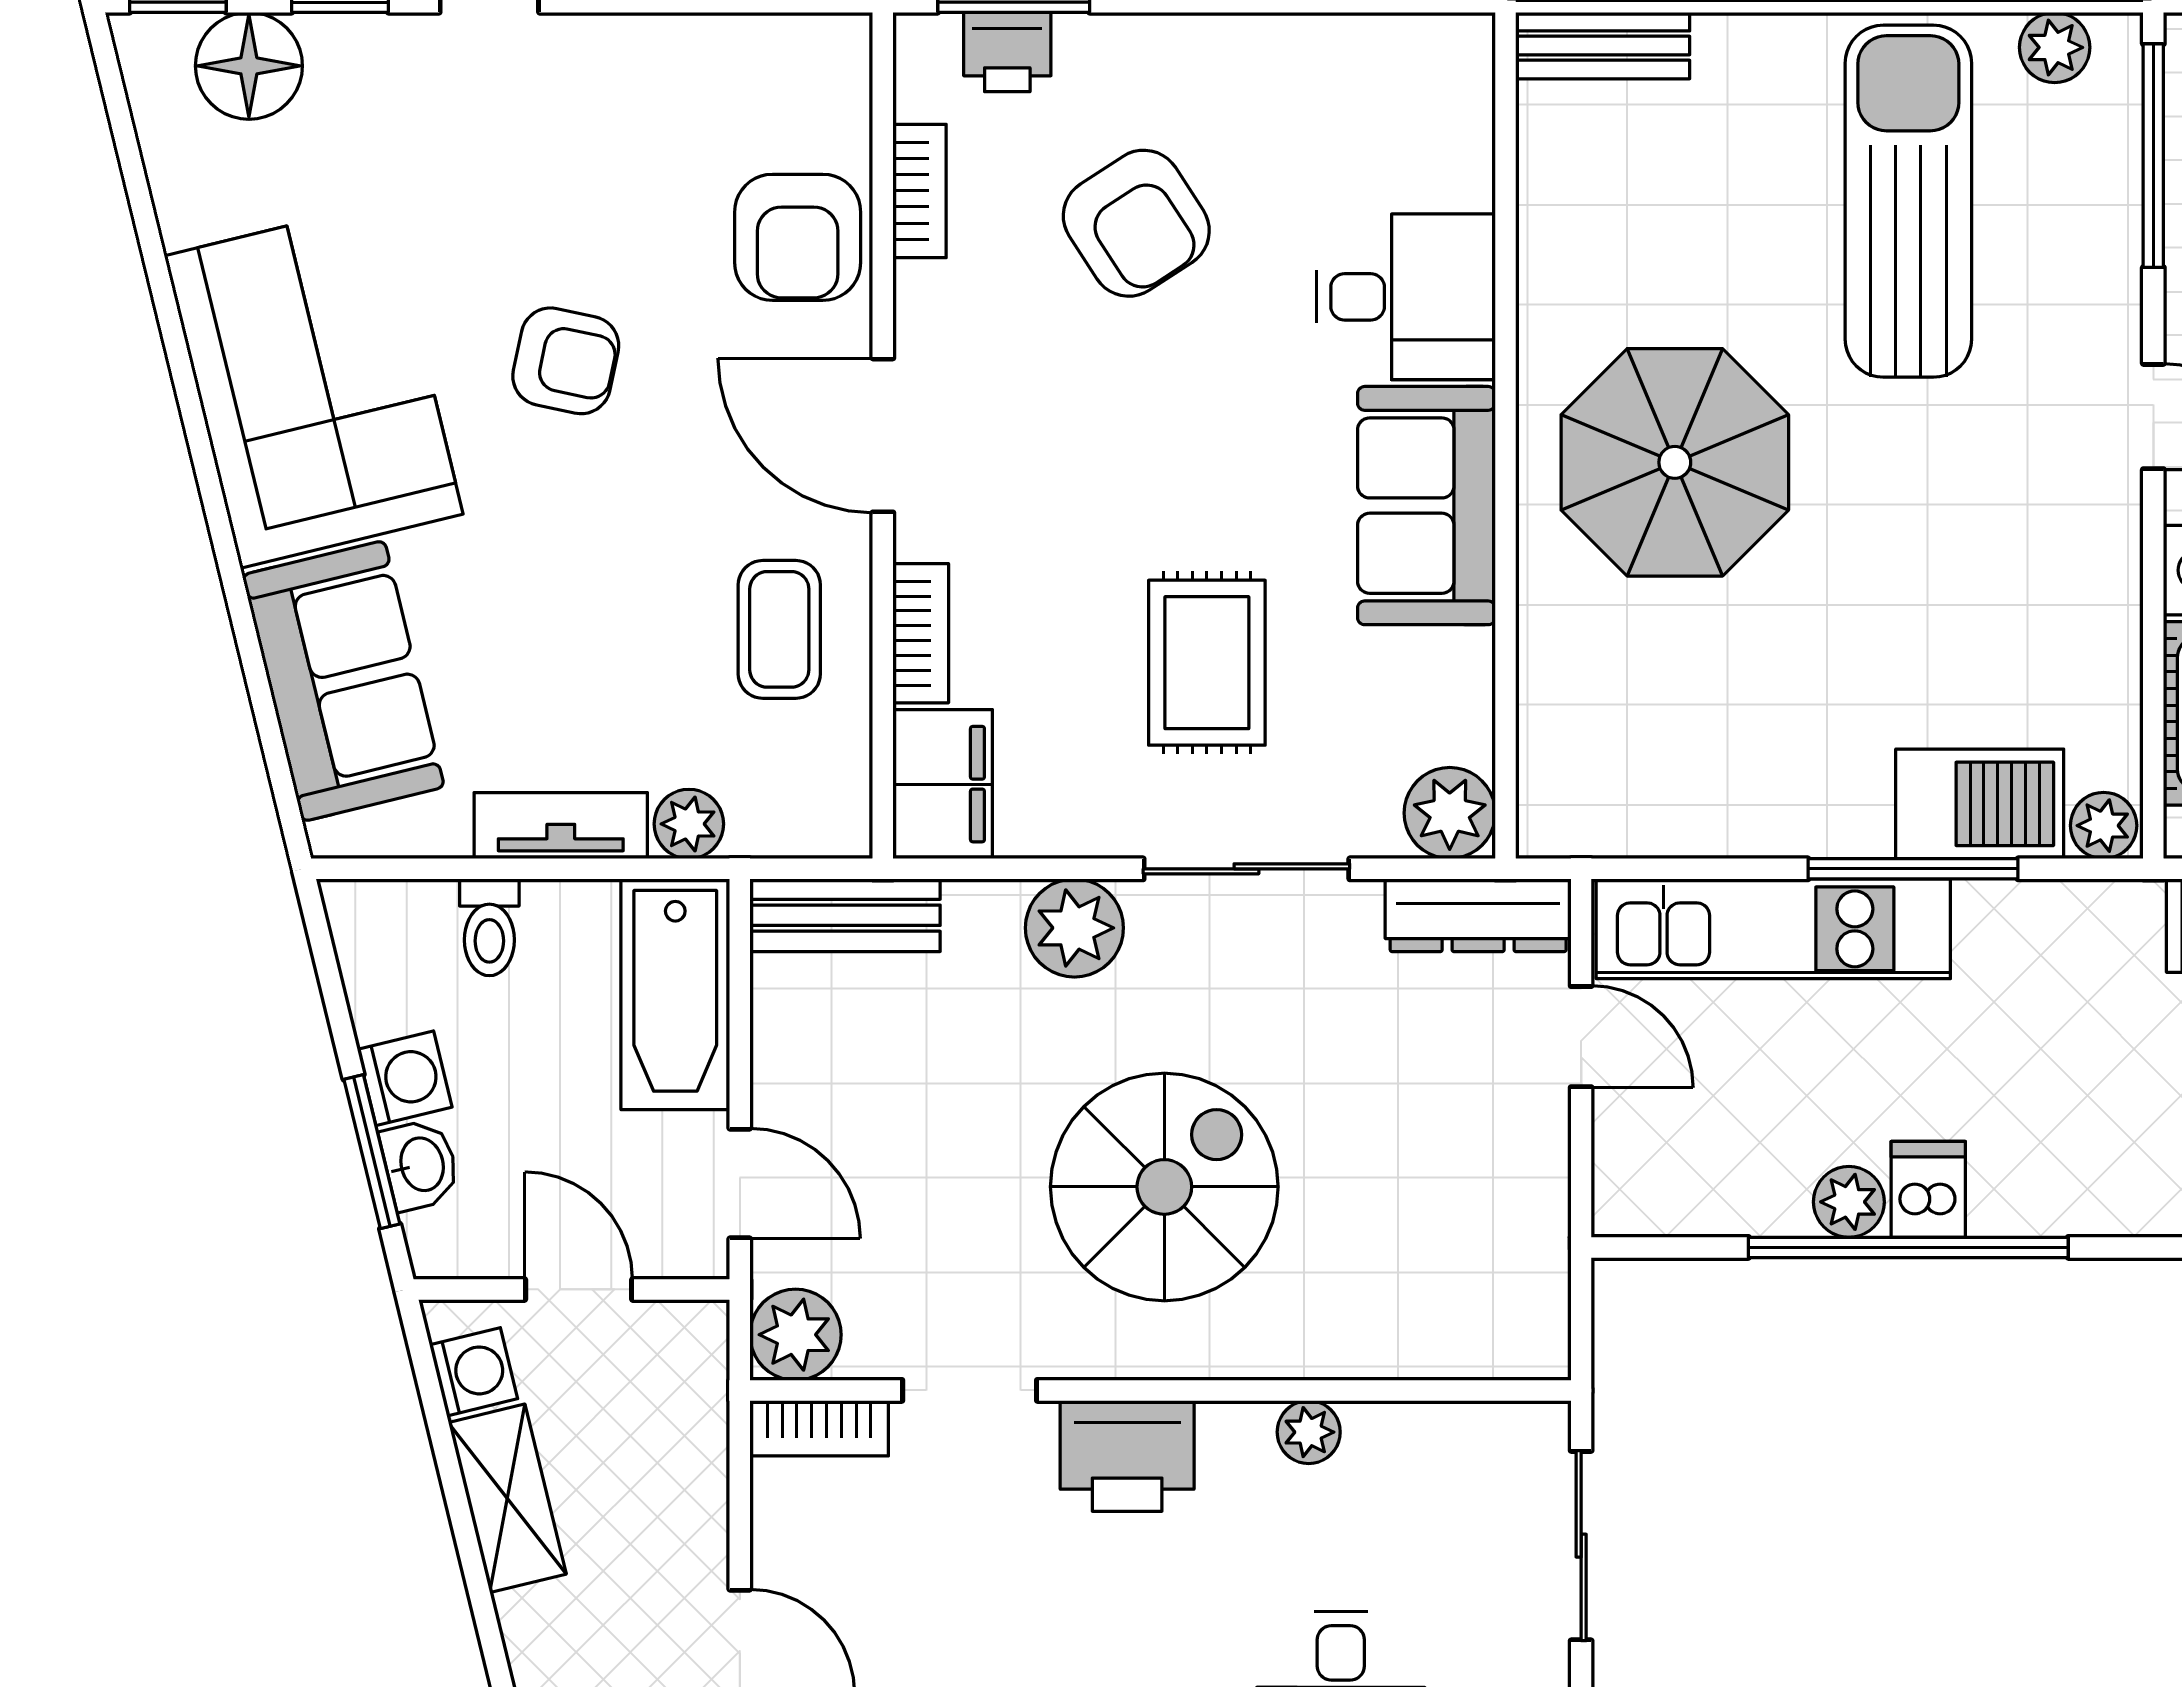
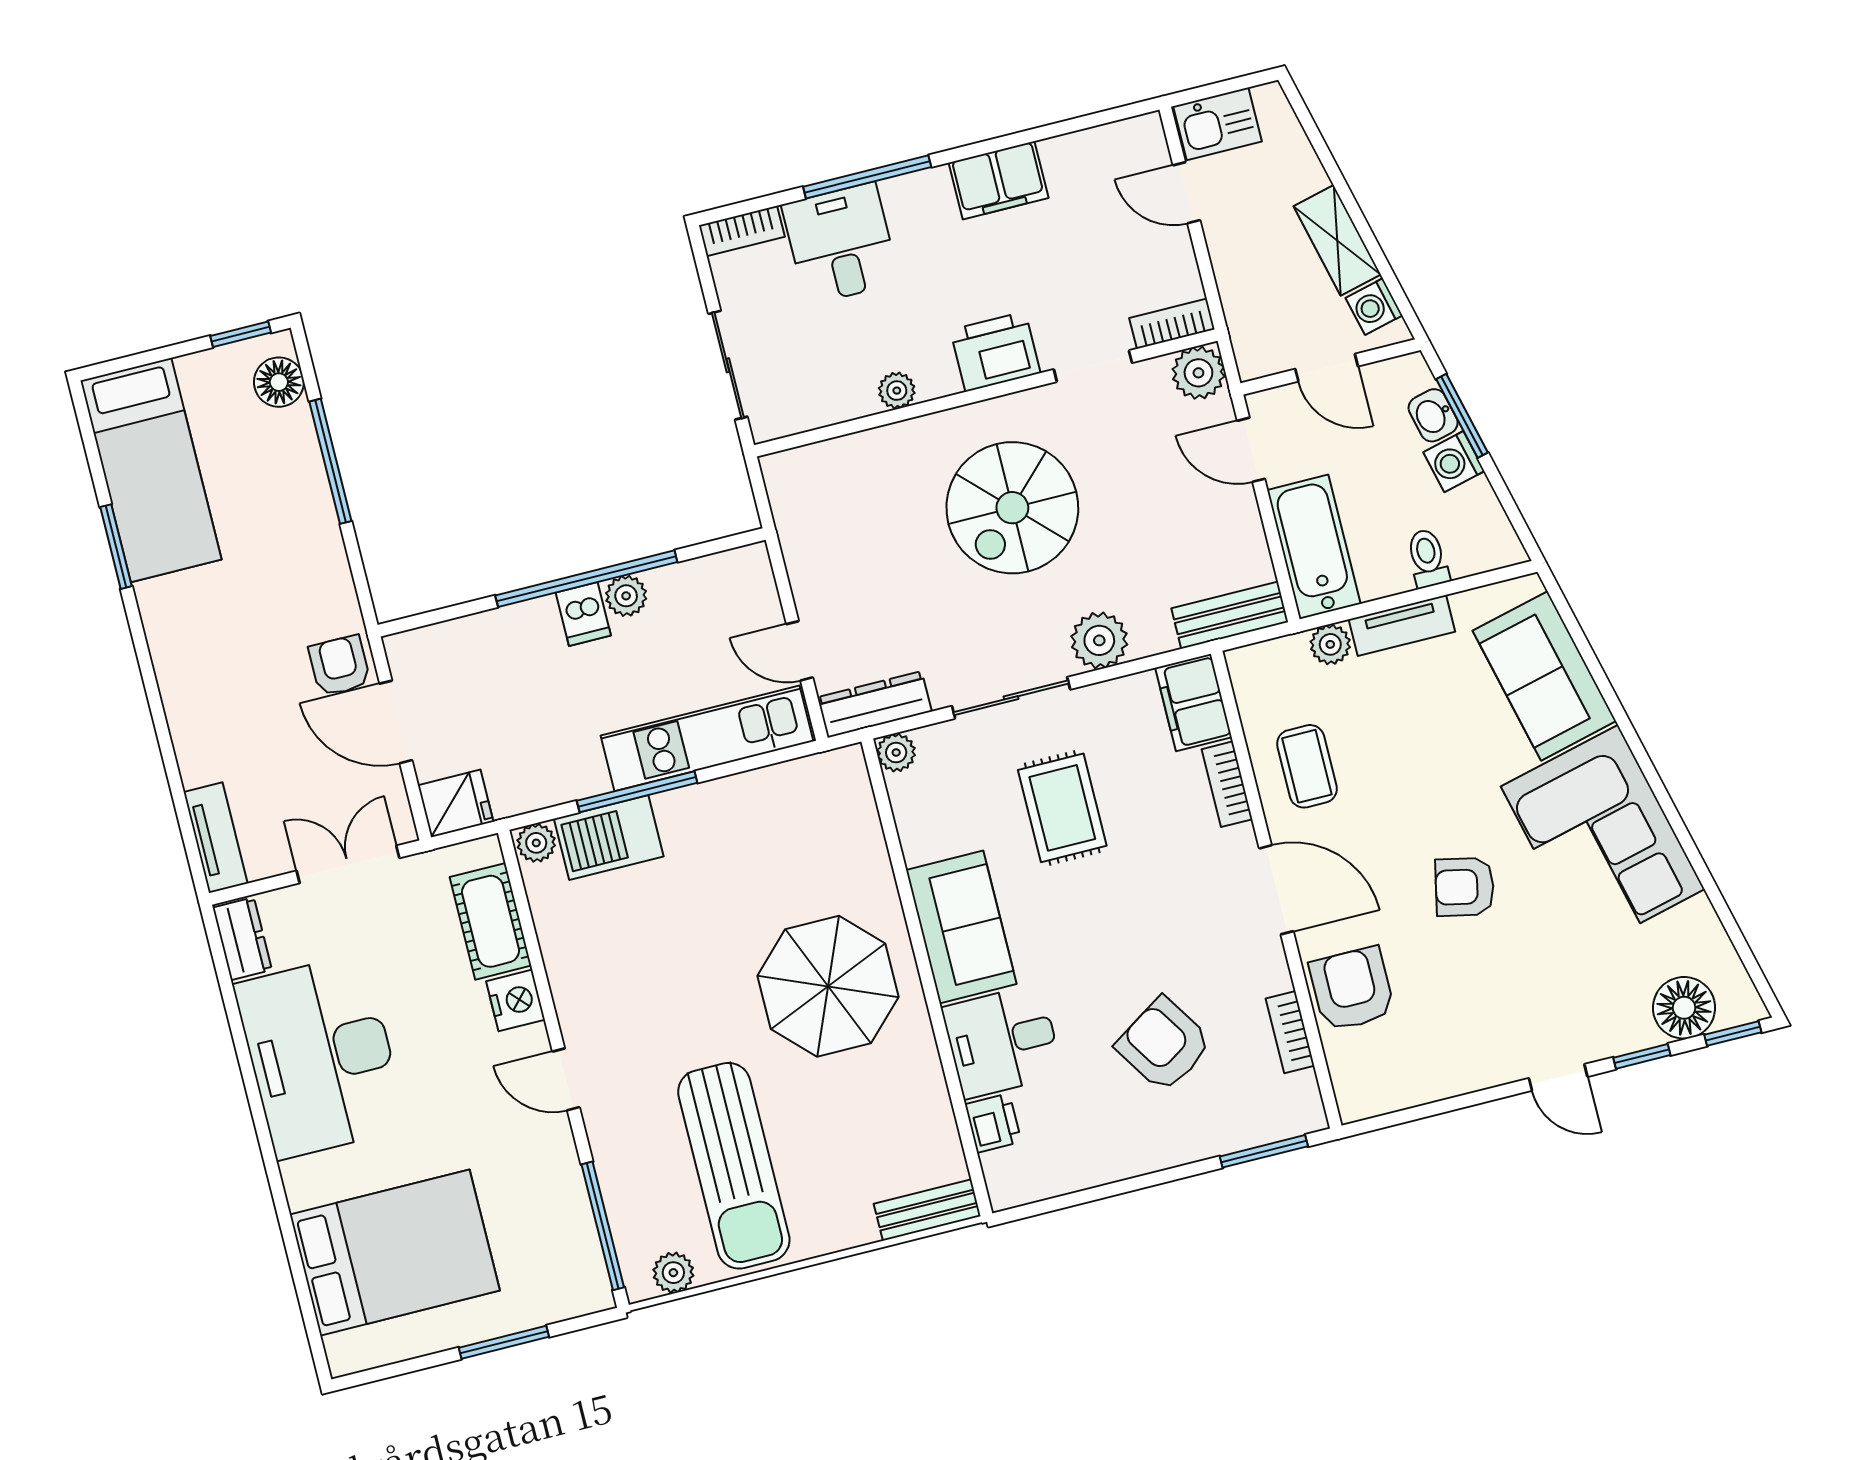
printer: (1007, 52) -> (993, 1123), moved, turned 90
plant: (1450, 813) -> (896, 753), width x0.73, depth x0.73

